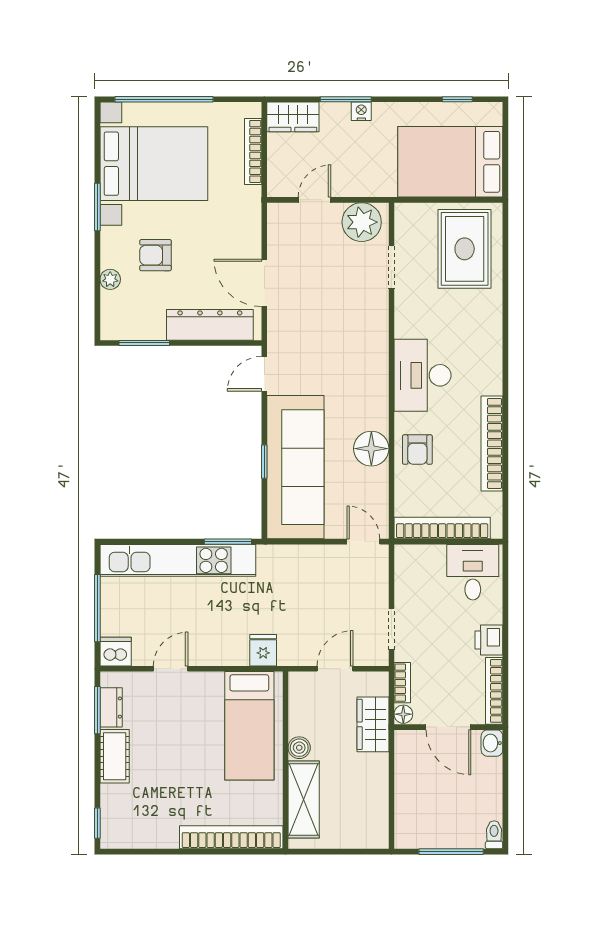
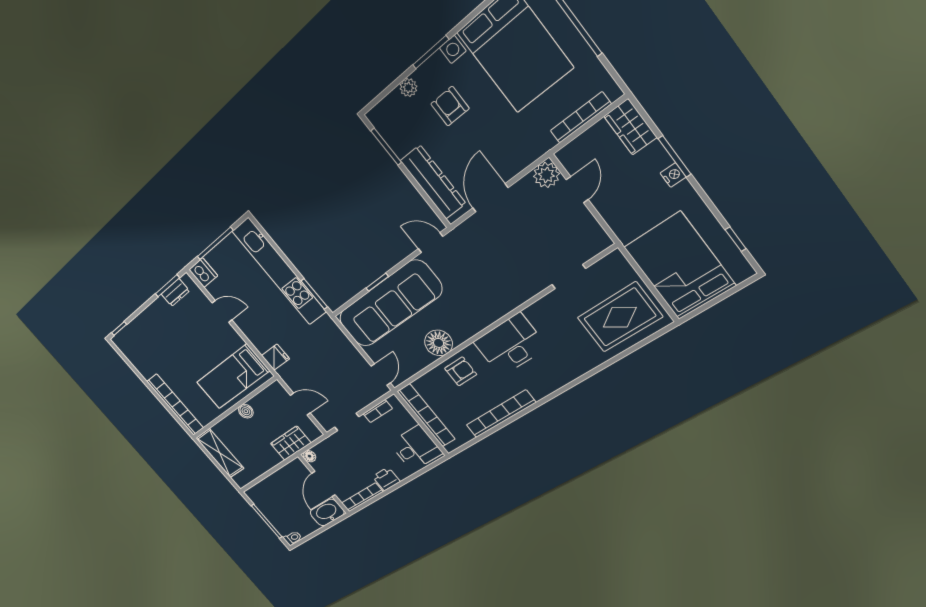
door: (314, 200) -> (577, 190), hinge flipped
window: (97, 207) -> (431, 52), moved
plant: (362, 222) -> (546, 175), moved, width x0.73, depth x0.73
armchair: (417, 450) -> (461, 371), turned 180
bookcase: (402, 683) -> (378, 411), moved
washbasin: (492, 743) -> (327, 513), width x1.91, depth x1.45
cot: (115, 756) -> (155, 313), removed
shelving: (304, 799) -> (220, 453), moved, turned 90

